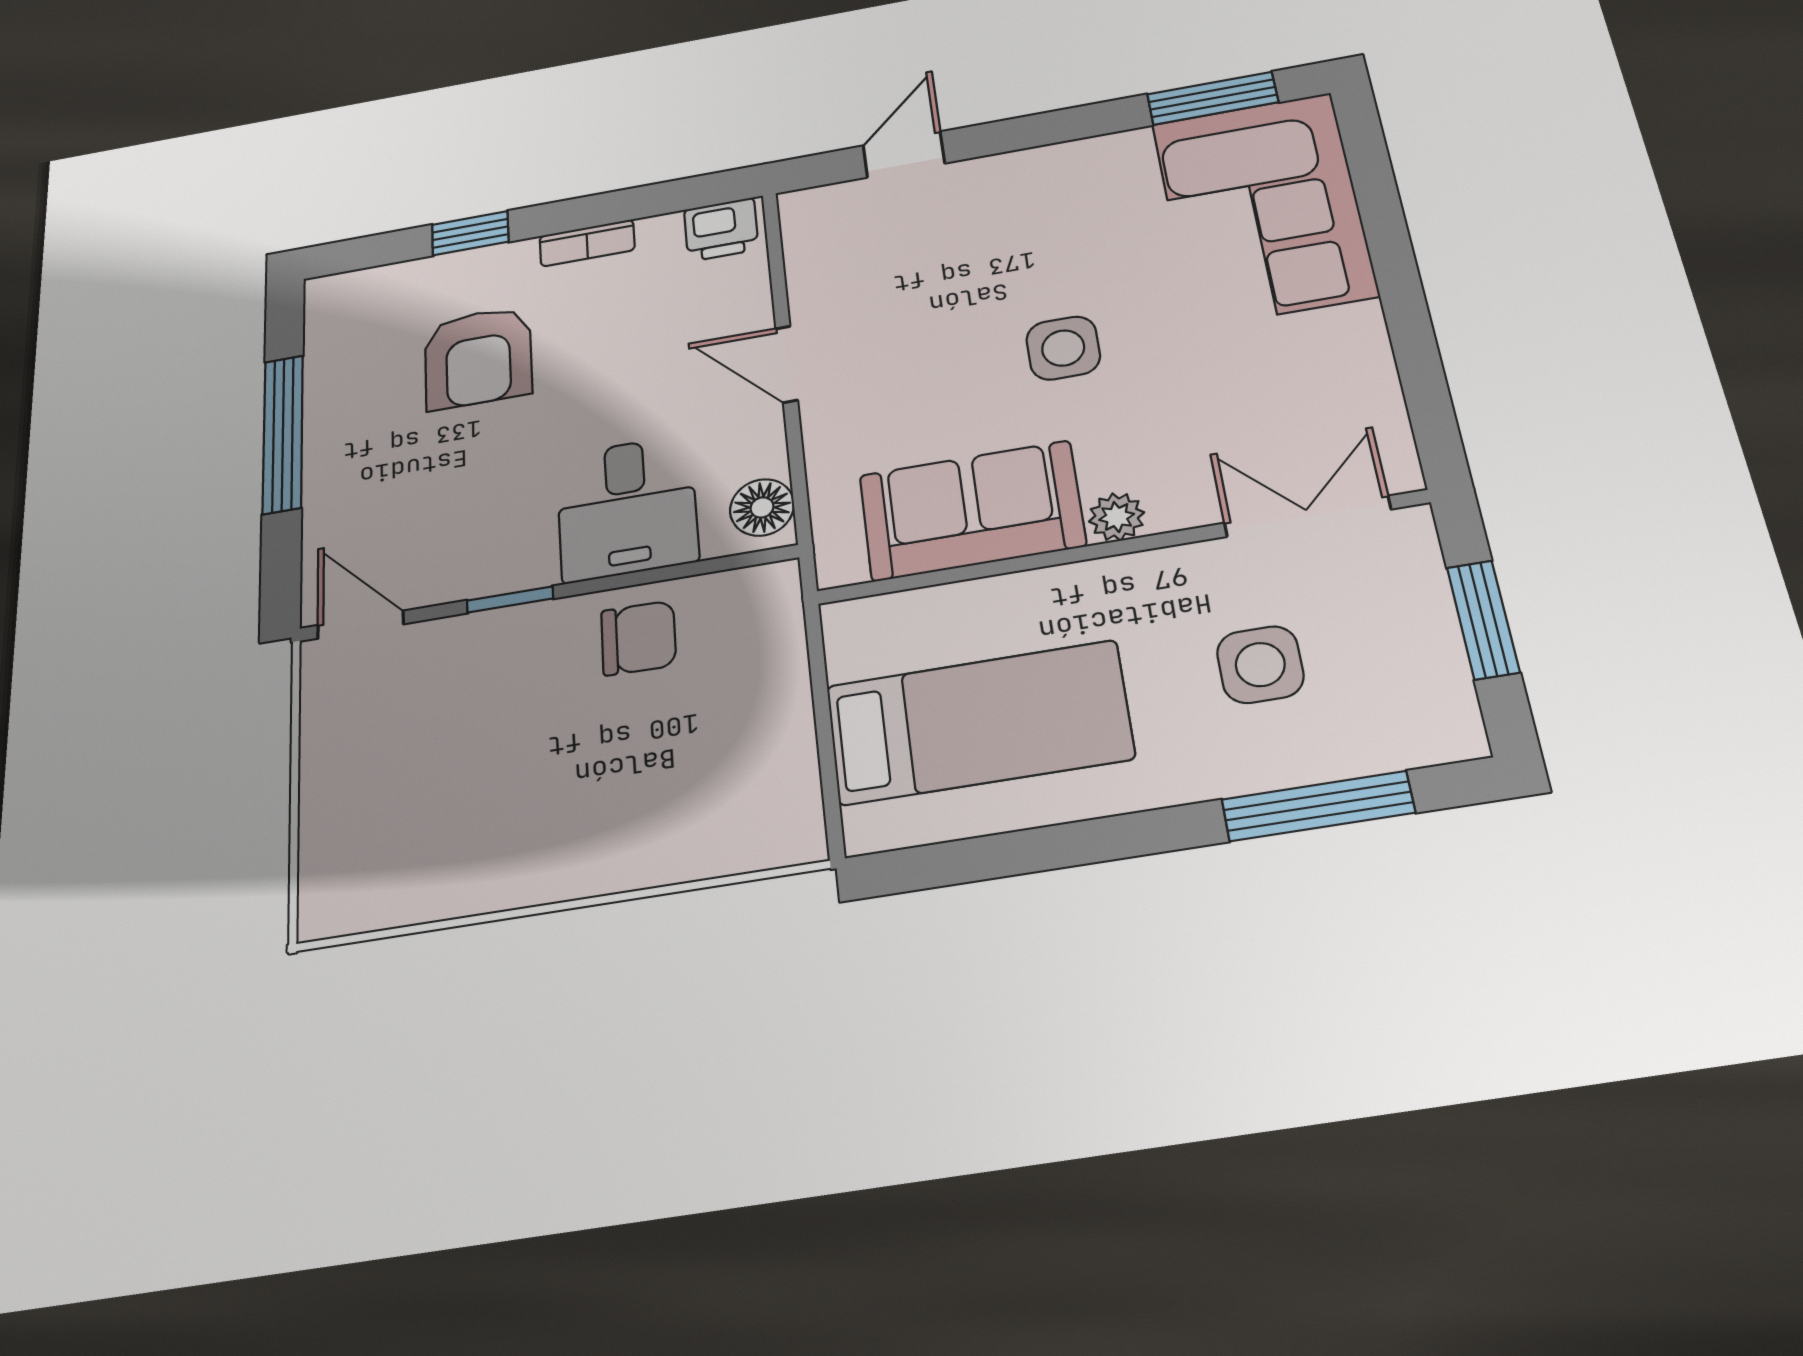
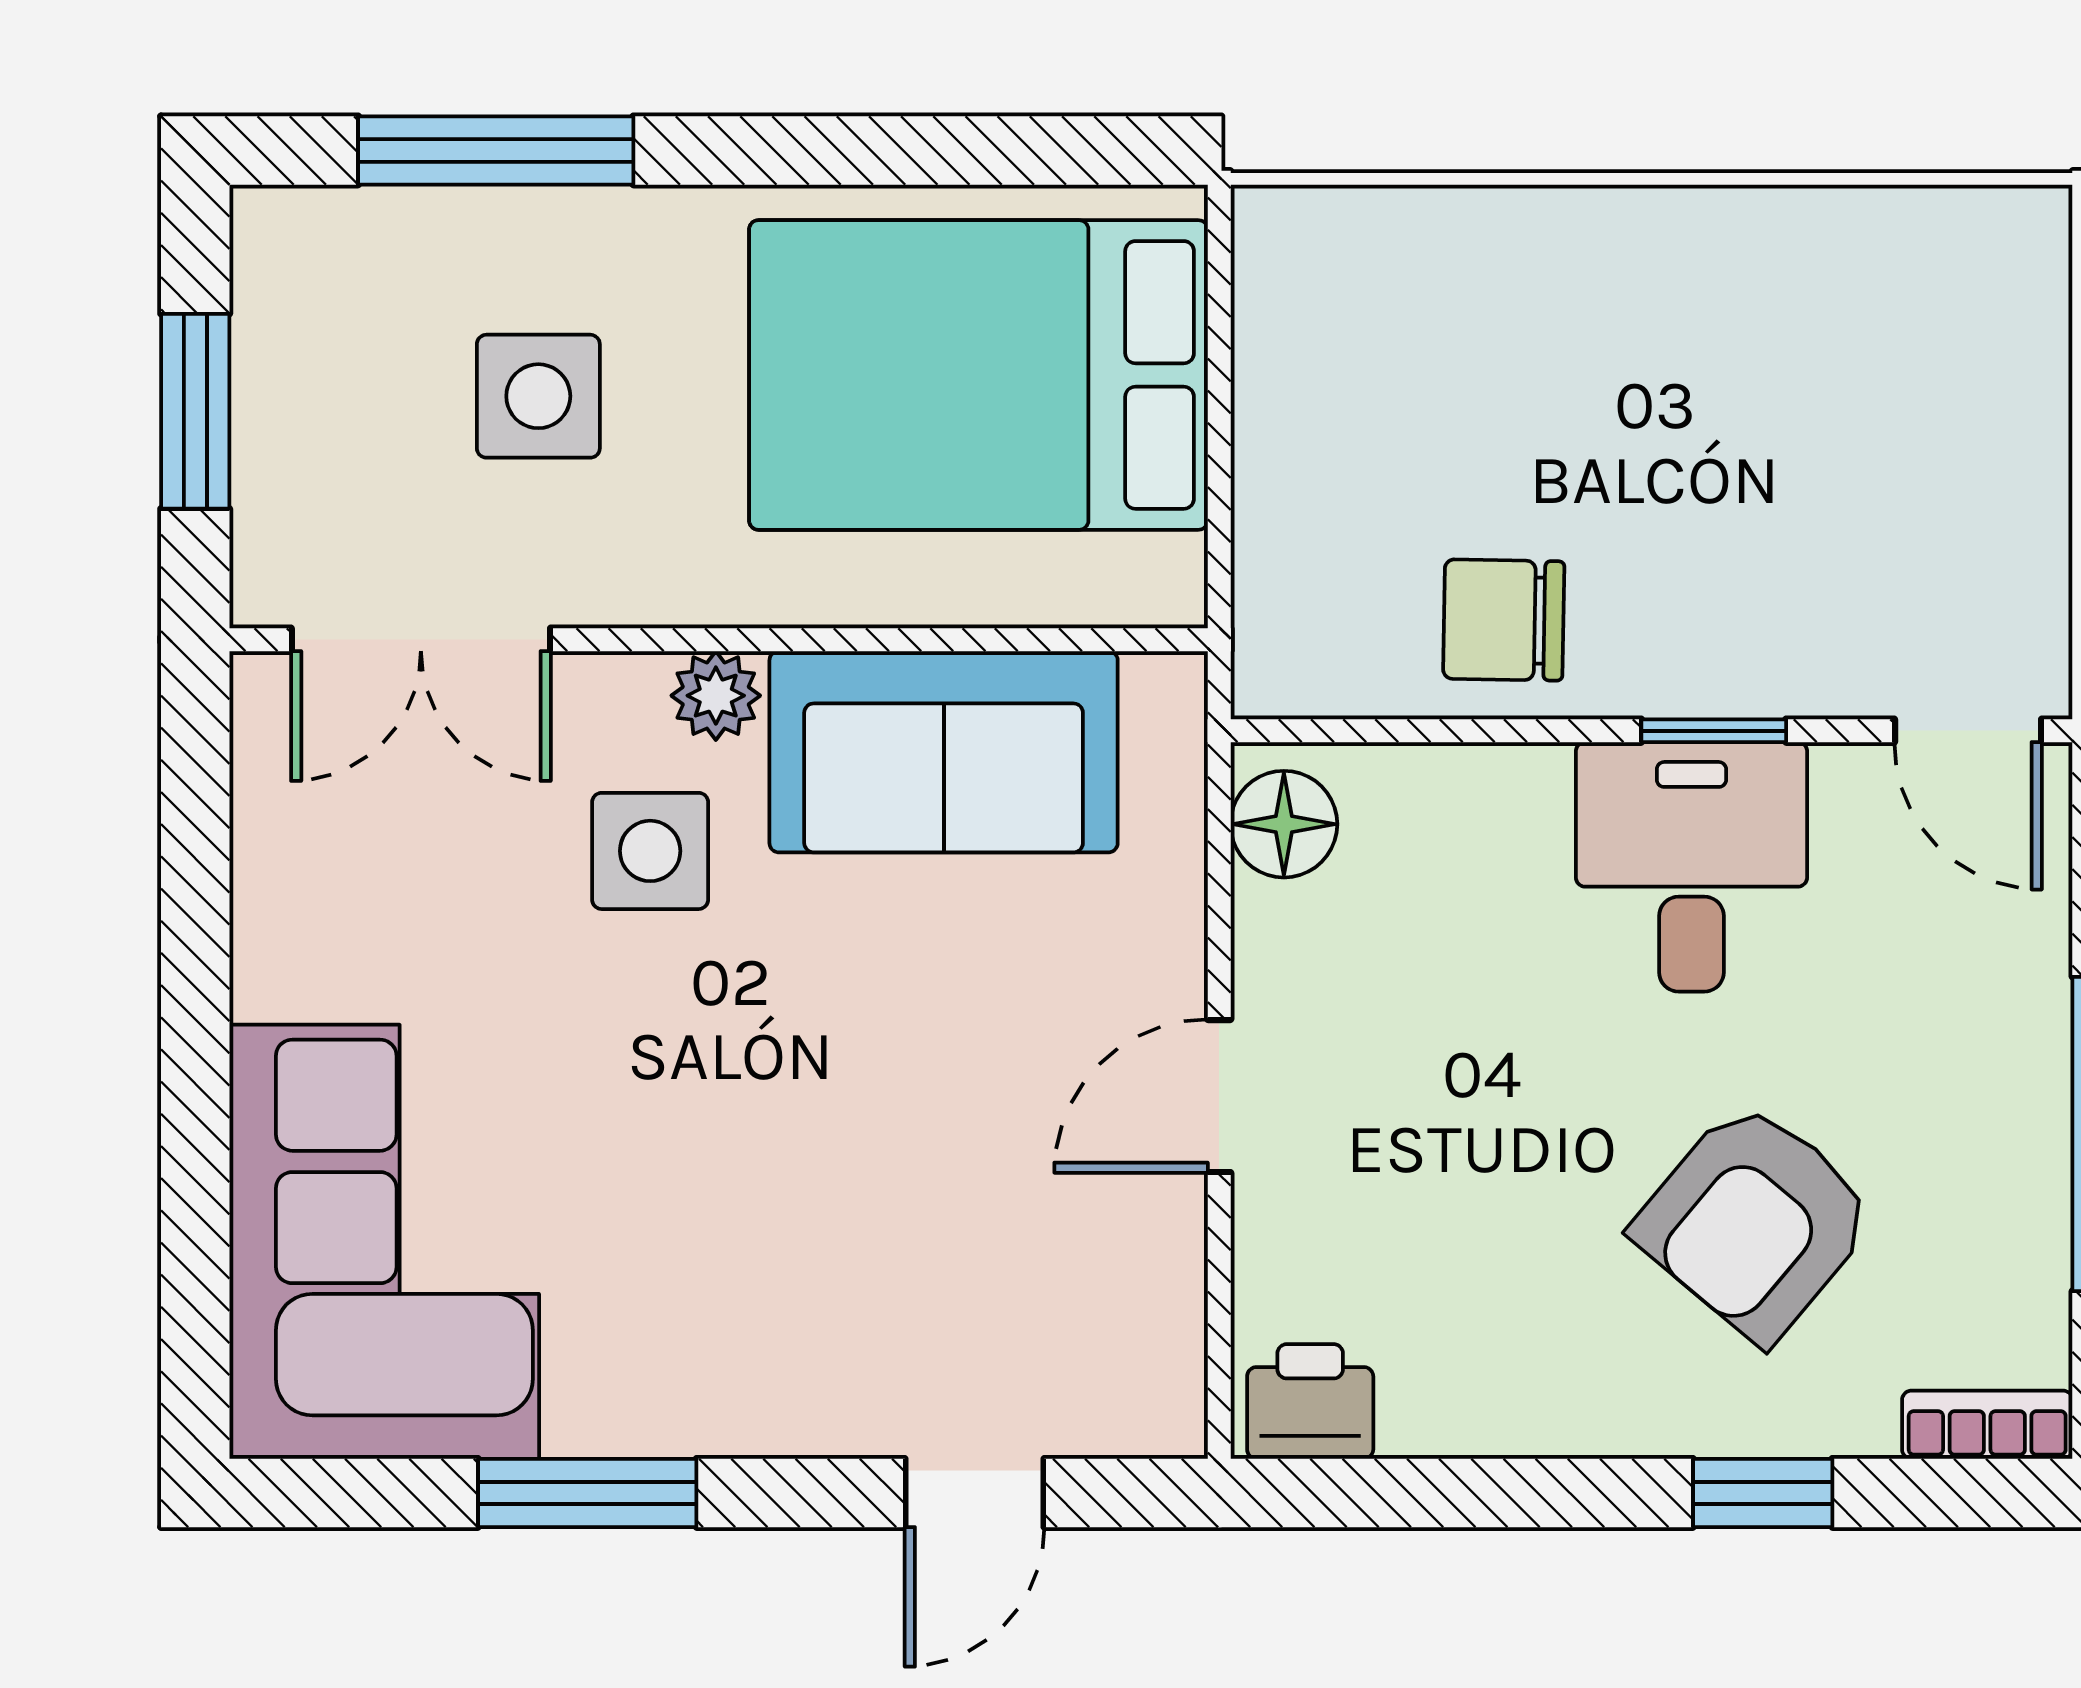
window: (1213, 98) -> (587, 1493), moved
bookcase: (587, 243) -> (1987, 1425), moved
side table: (1063, 348) -> (650, 851), moved
armchair: (478, 358) -> (1755, 1221), turned -140
door: (787, 364) -> (1219, 1096), swing flipped
desk: (627, 508) -> (1691, 867), moved
bed: (979, 722) -> (978, 375), width x1.50

